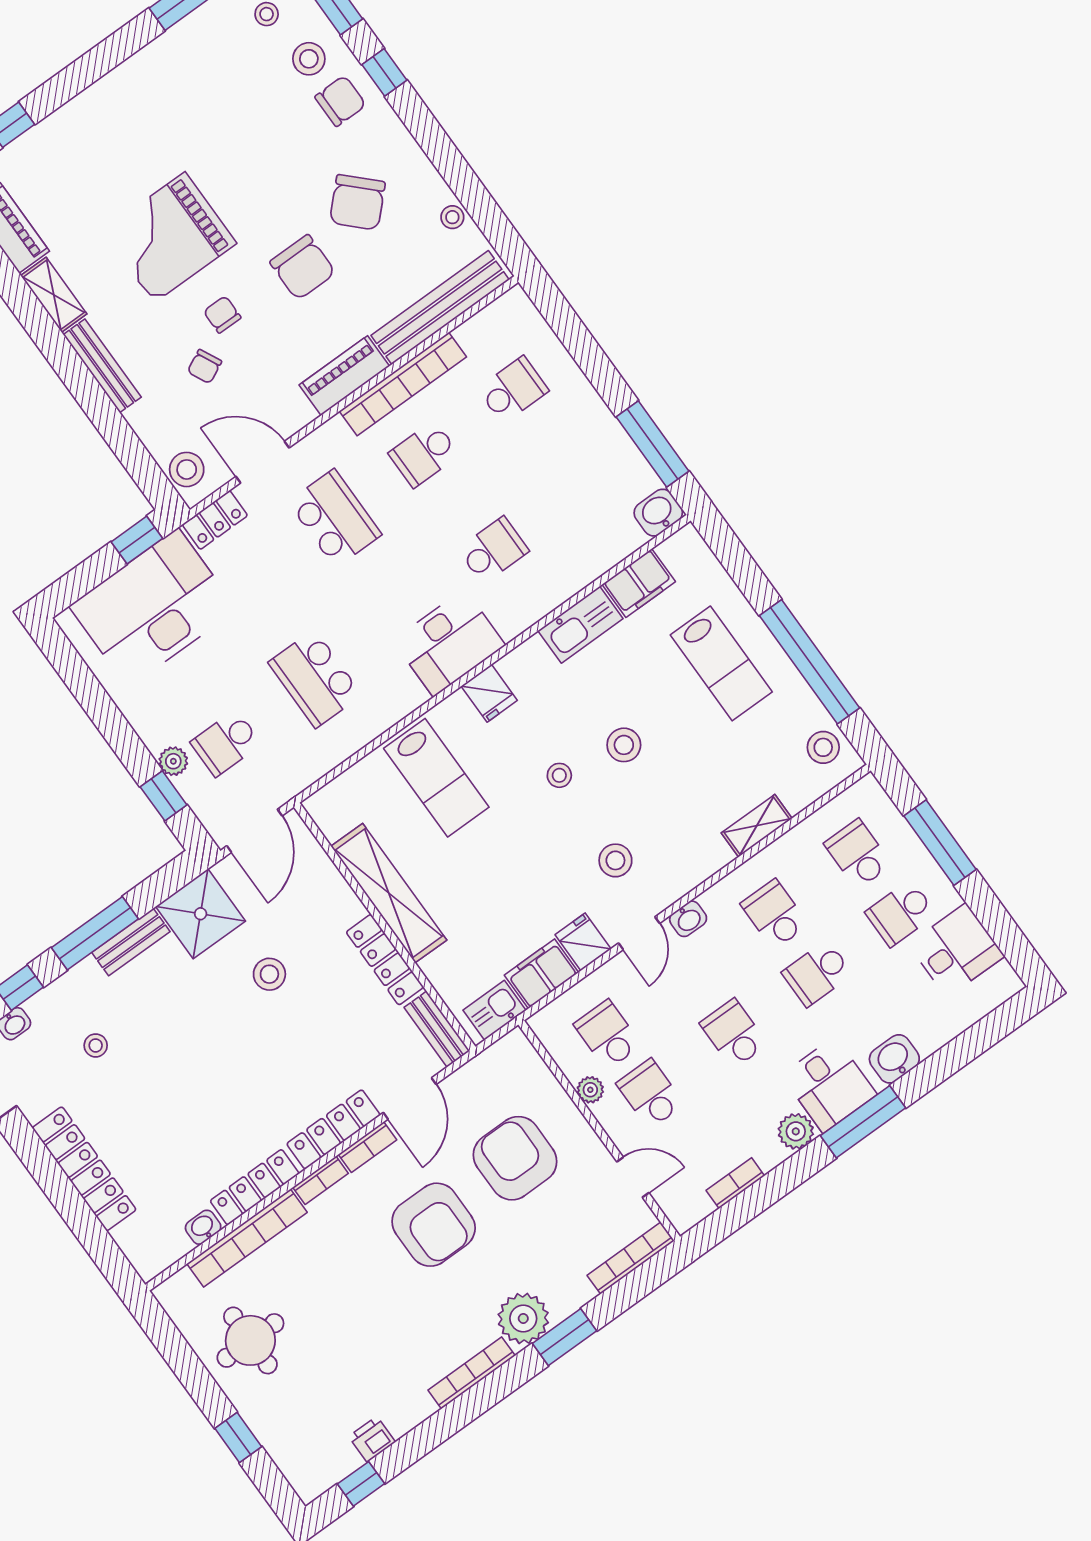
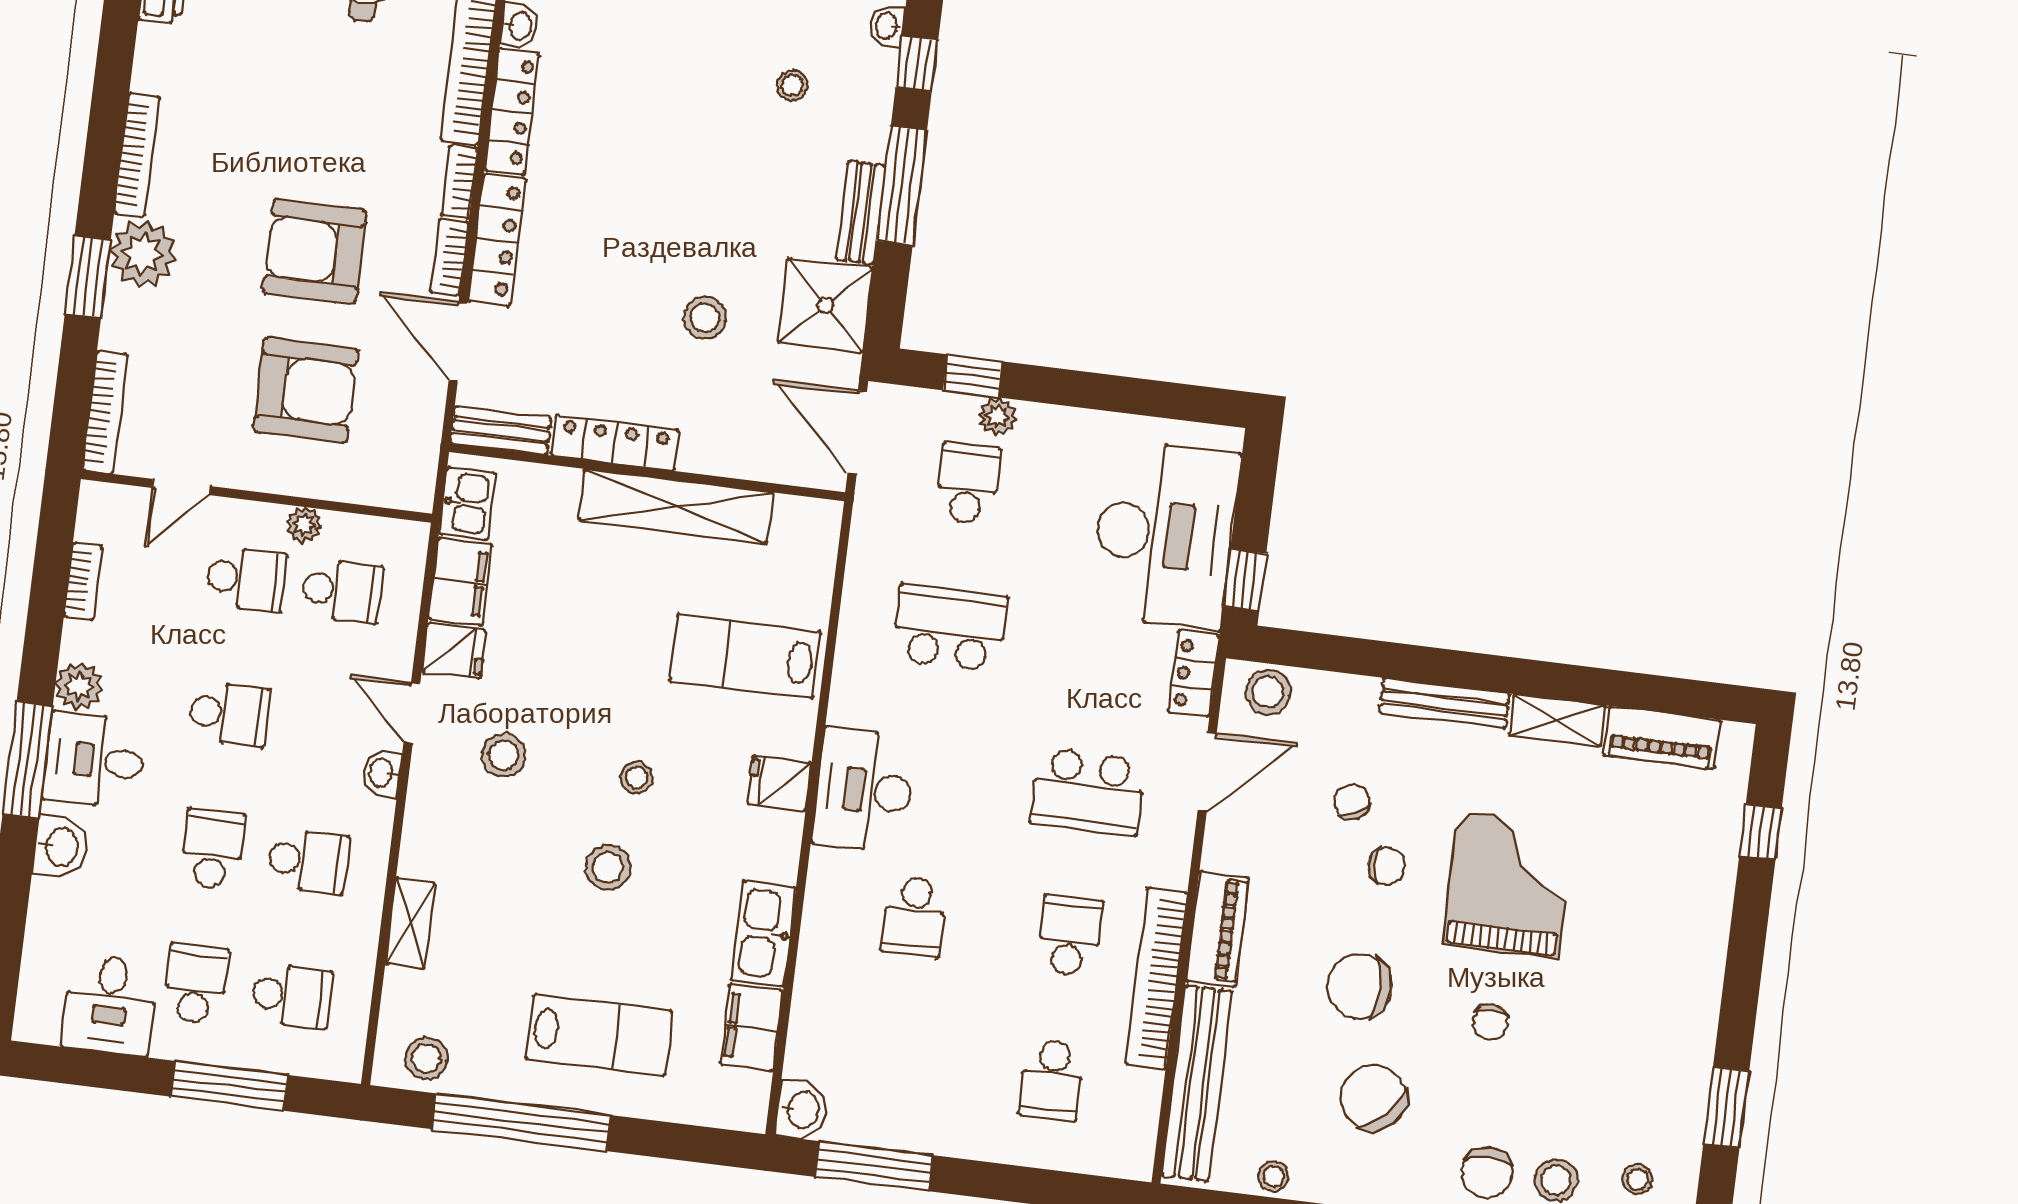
chair: (255, 176) -> (1491, 1022), added
lab bench: (721, 663) -> (599, 1035), turned 180

